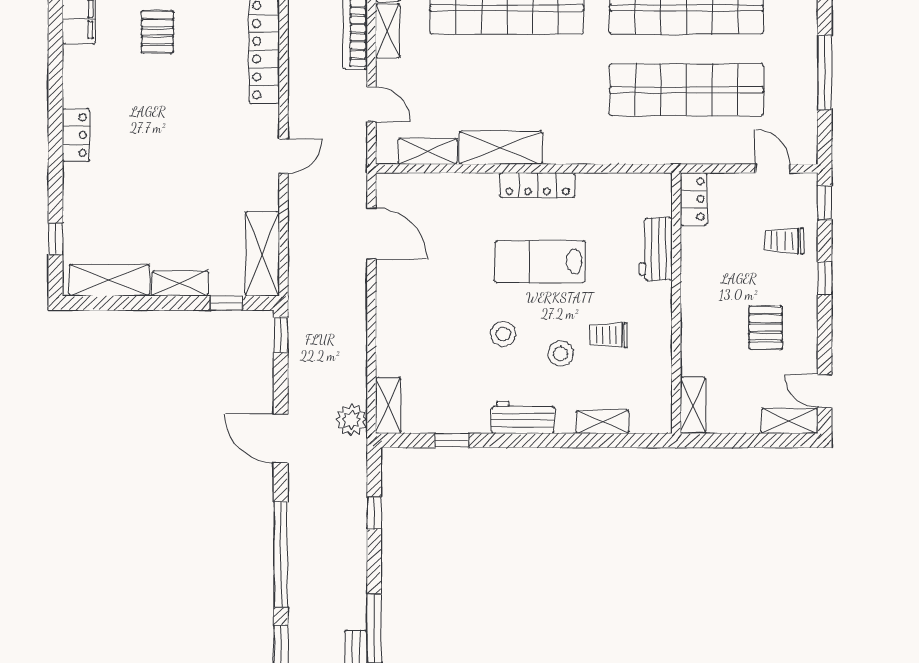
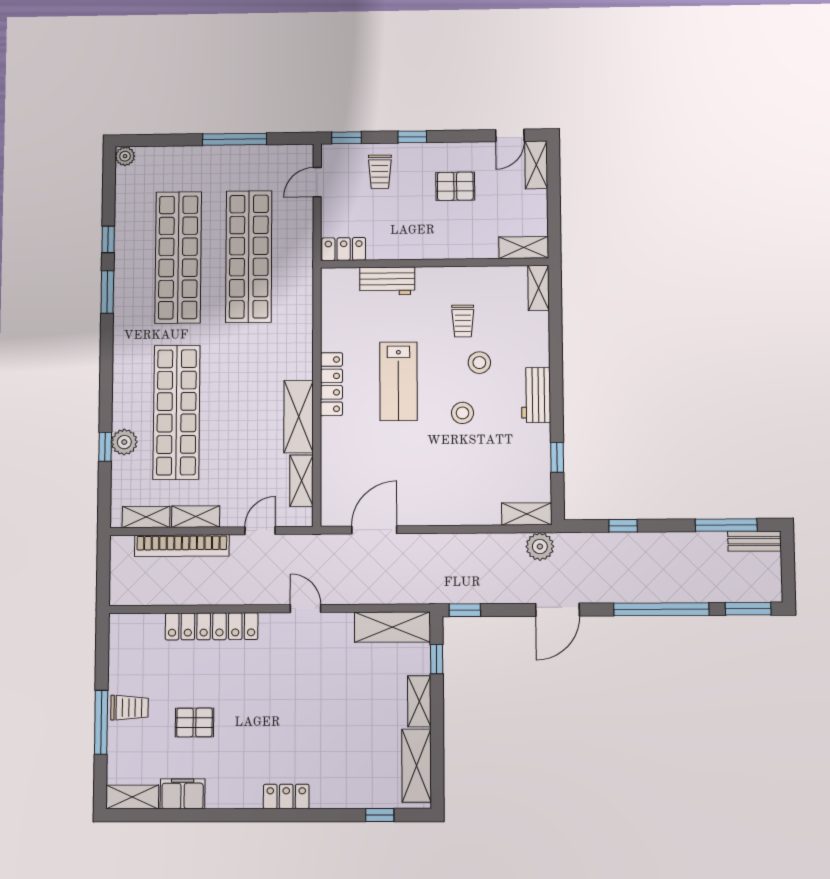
shelving: (602, 422) -> (538, 288), moved

